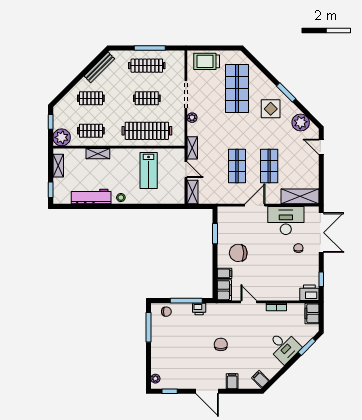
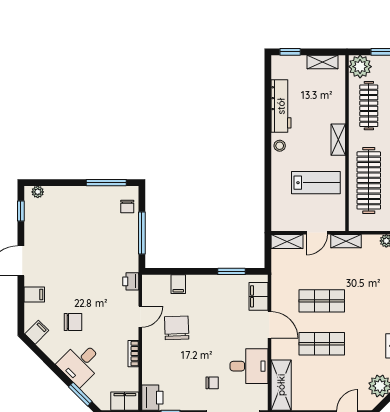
clothes rail: (91, 131) -> (369, 106), width x1.36
shelving: (98, 154) -> (338, 140), moved
lab bench: (149, 170) -> (316, 183), turned 180
desk: (286, 220) -> (249, 366), width x0.73
chair: (238, 253) -> (177, 328), moved
filing cabinet: (224, 290) -> (259, 296), moved, turned 90
printer: (199, 309) -> (131, 281), moved
chair: (221, 344) -> (73, 322), moved

